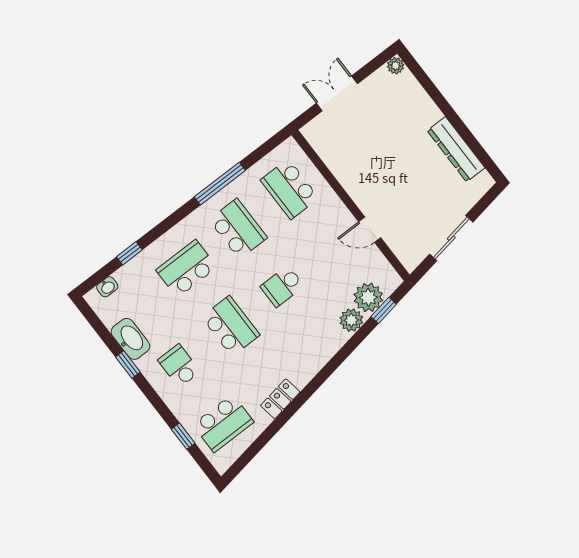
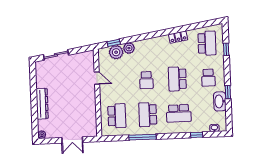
dresser: (456, 149) -> (42, 104), moved
sliding door: (451, 238) -> (56, 55), moved
school desk: (282, 286) -> (146, 80), turned 90
school desk: (223, 423) -> (207, 43), turned 90

